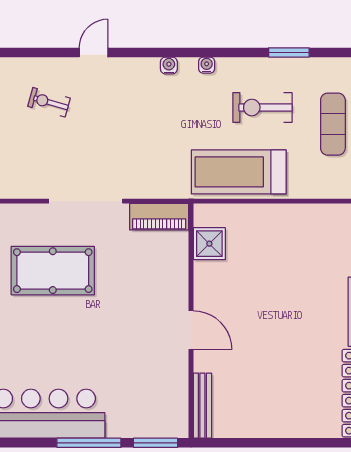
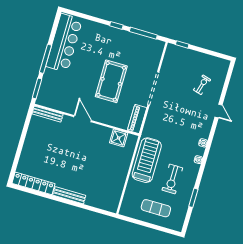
exercise bike: (262, 107) -> (172, 179), turned 180
pool table: (53, 271) -> (111, 81), moved
door: (191, 330) -> (83, 119), swing flipped

